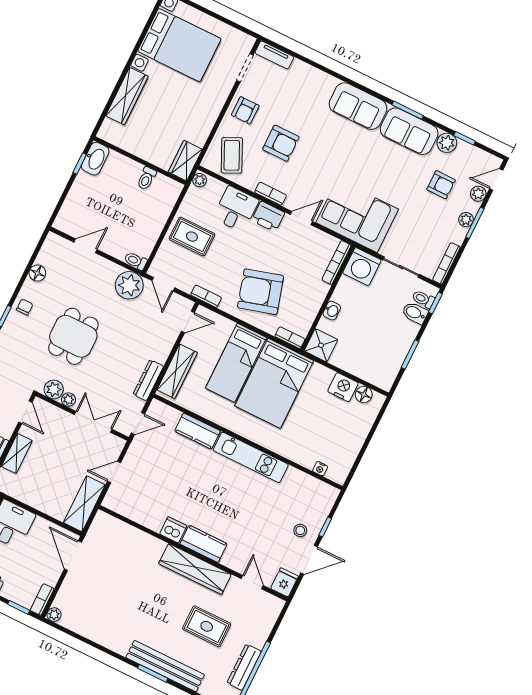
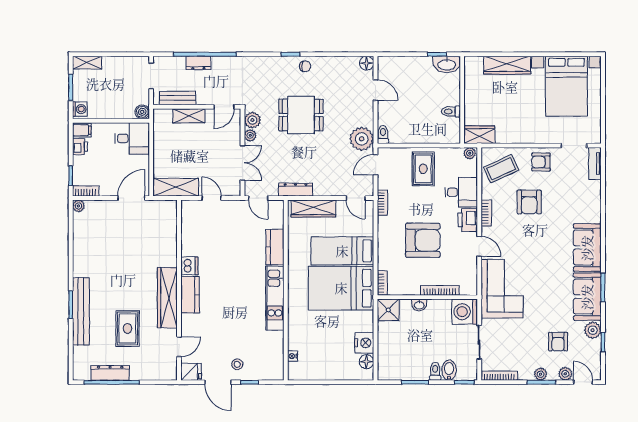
bookcase: (336, 263) -> (440, 290), moved
floor lamp: (37, 273) -> (367, 63), moved
armchair: (261, 292) -> (423, 240), moved, turned 106
toilet: (423, 299) -> (435, 371), moved

